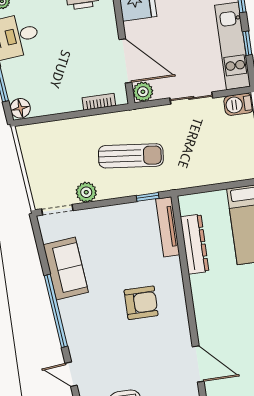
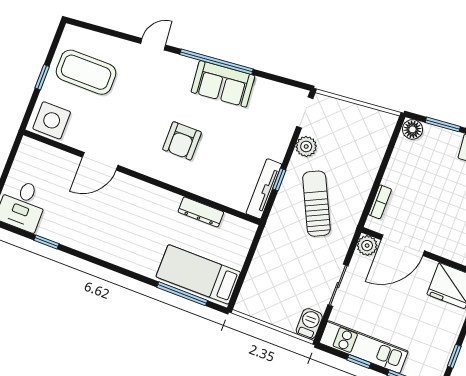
sun lounger: (131, 156) -> (316, 204), turned 148
window: (148, 197) -> (279, 179), moved
tv unit: (168, 227) -> (264, 189), moved, turned -90
dresser: (195, 244) -> (201, 212), width x0.73, depth x0.80
sofa: (66, 269) -> (223, 84), moved

